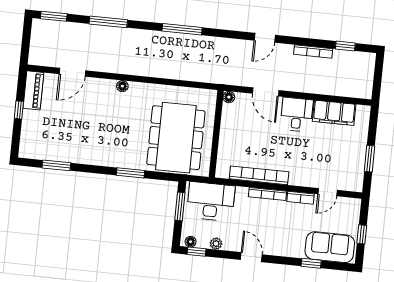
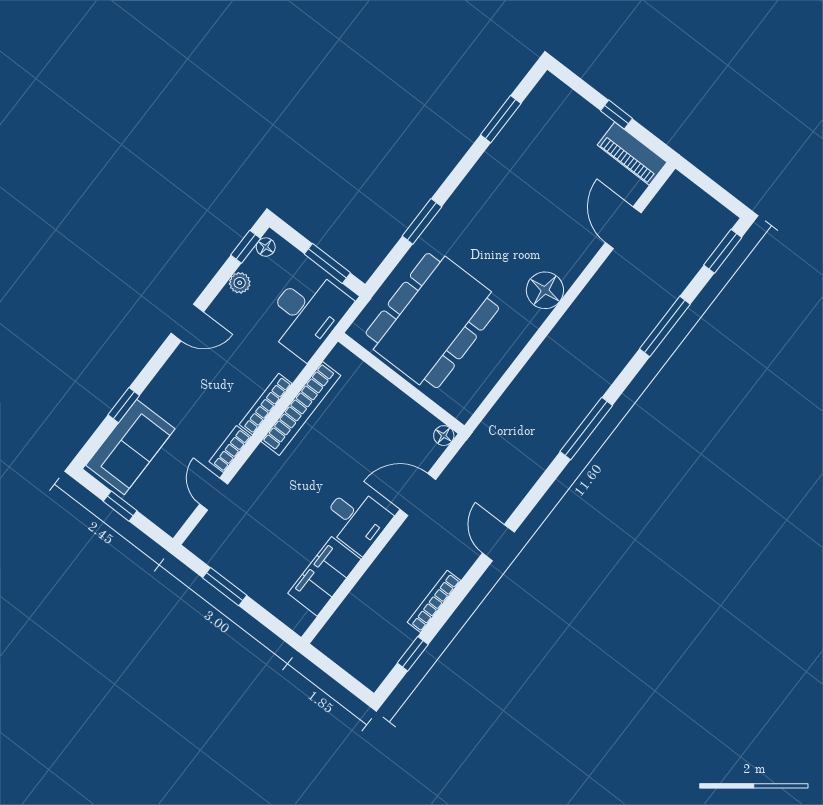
floor lamp: (122, 86) -> (545, 290), width x1.89, depth x1.89
dining table: (176, 138) -> (432, 321), turned 90

